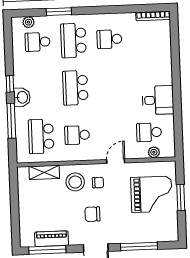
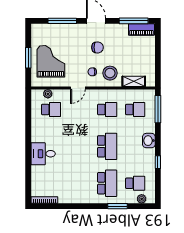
school desk: (109, 39) -> (79, 183), removed
window: (10, 84) -> (158, 162), moved
desk: (158, 100) -> (43, 154), moved
window: (11, 121) -> (158, 109), moved
school desk: (41, 136) -> (135, 109), width x0.54
grand piano: (152, 194) -> (51, 61), turned 90
piano: (52, 239) -> (141, 30), moved

